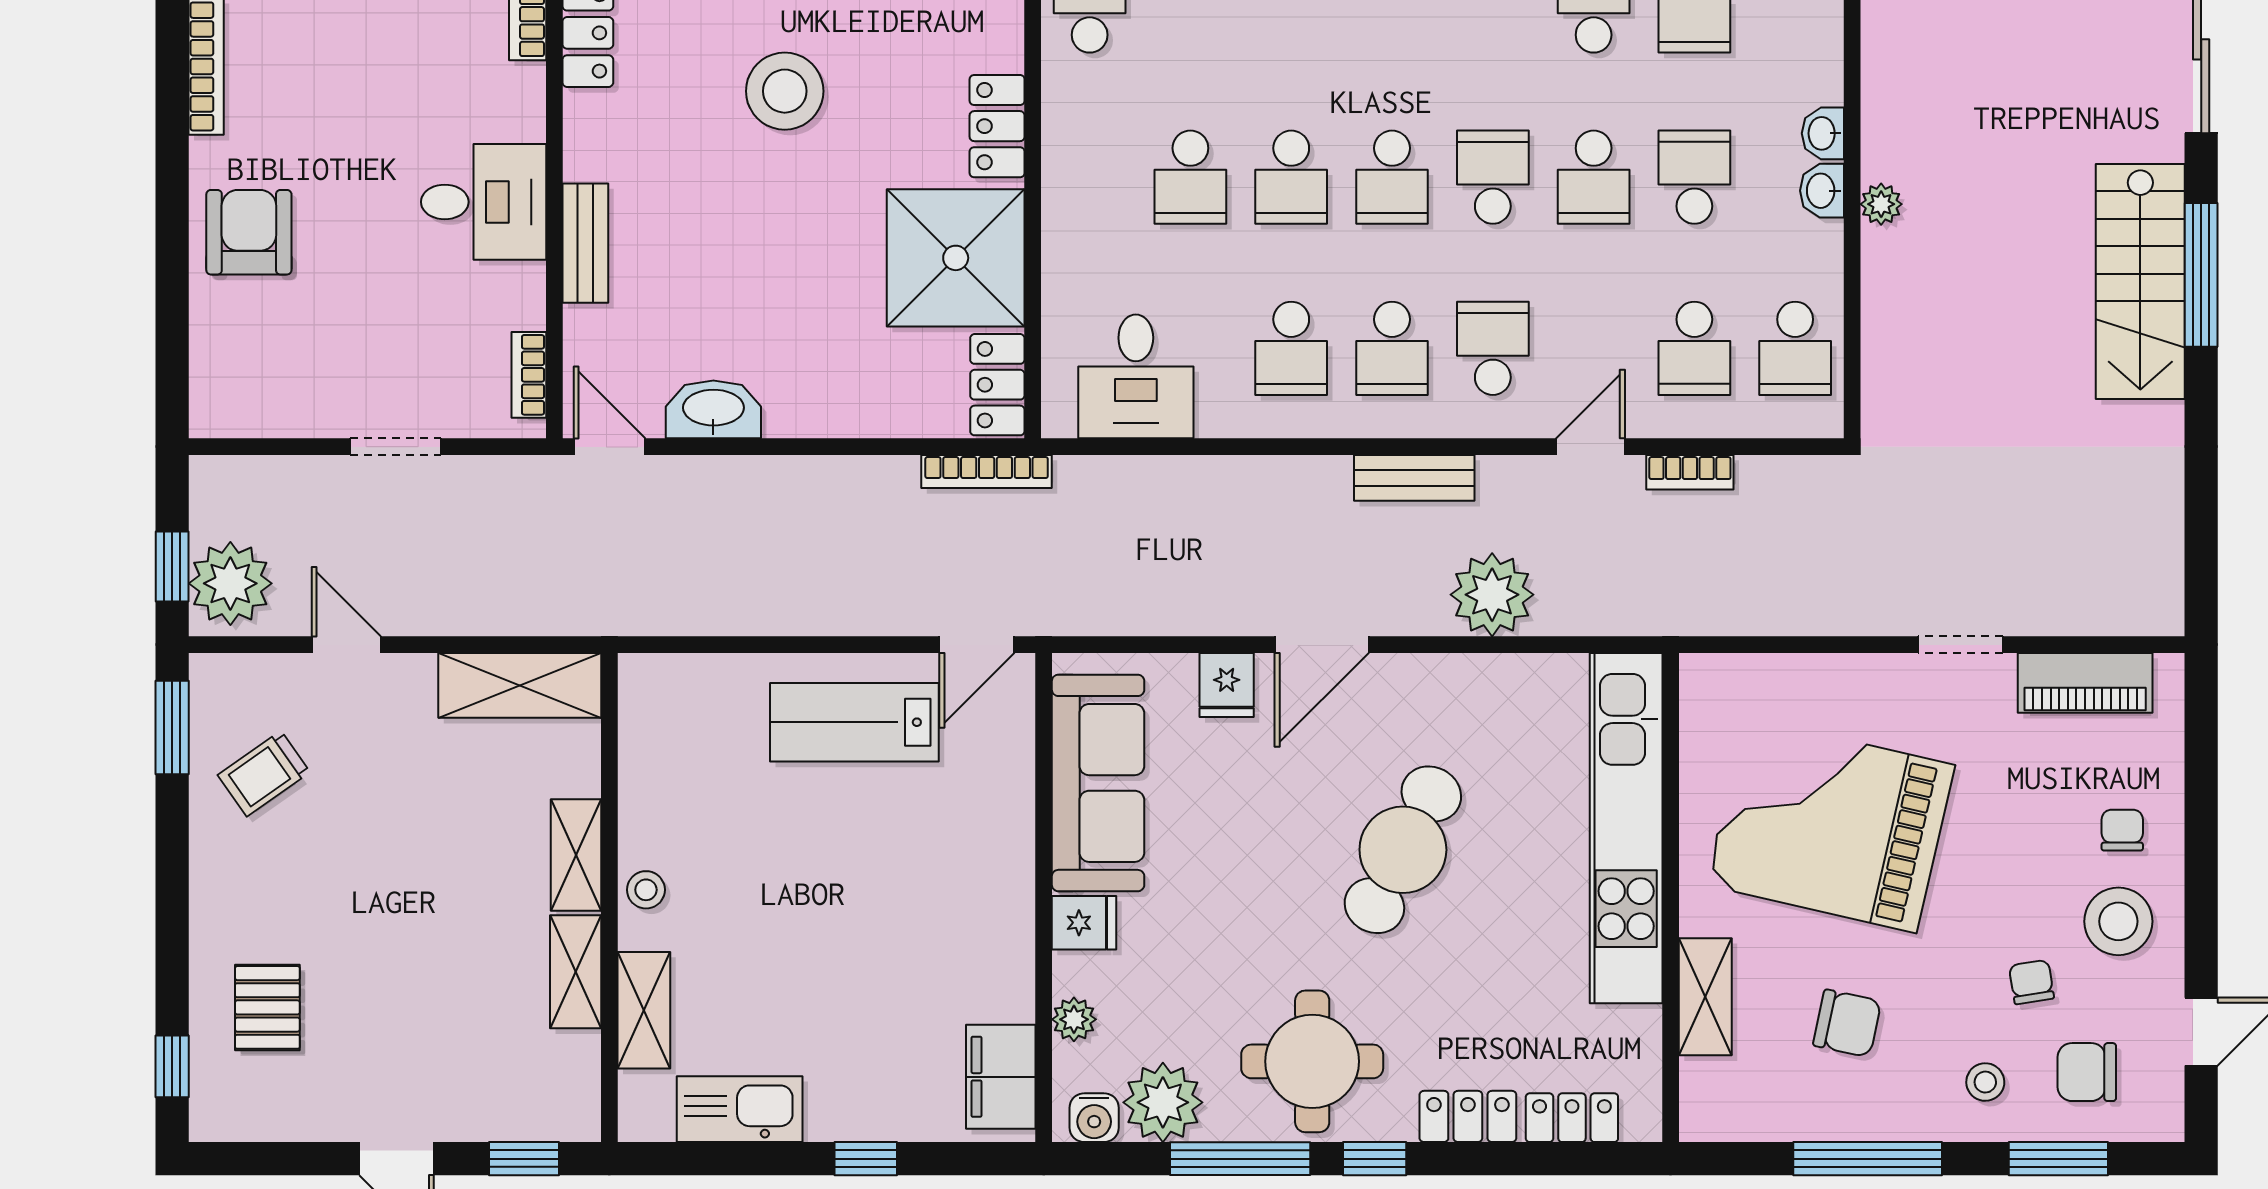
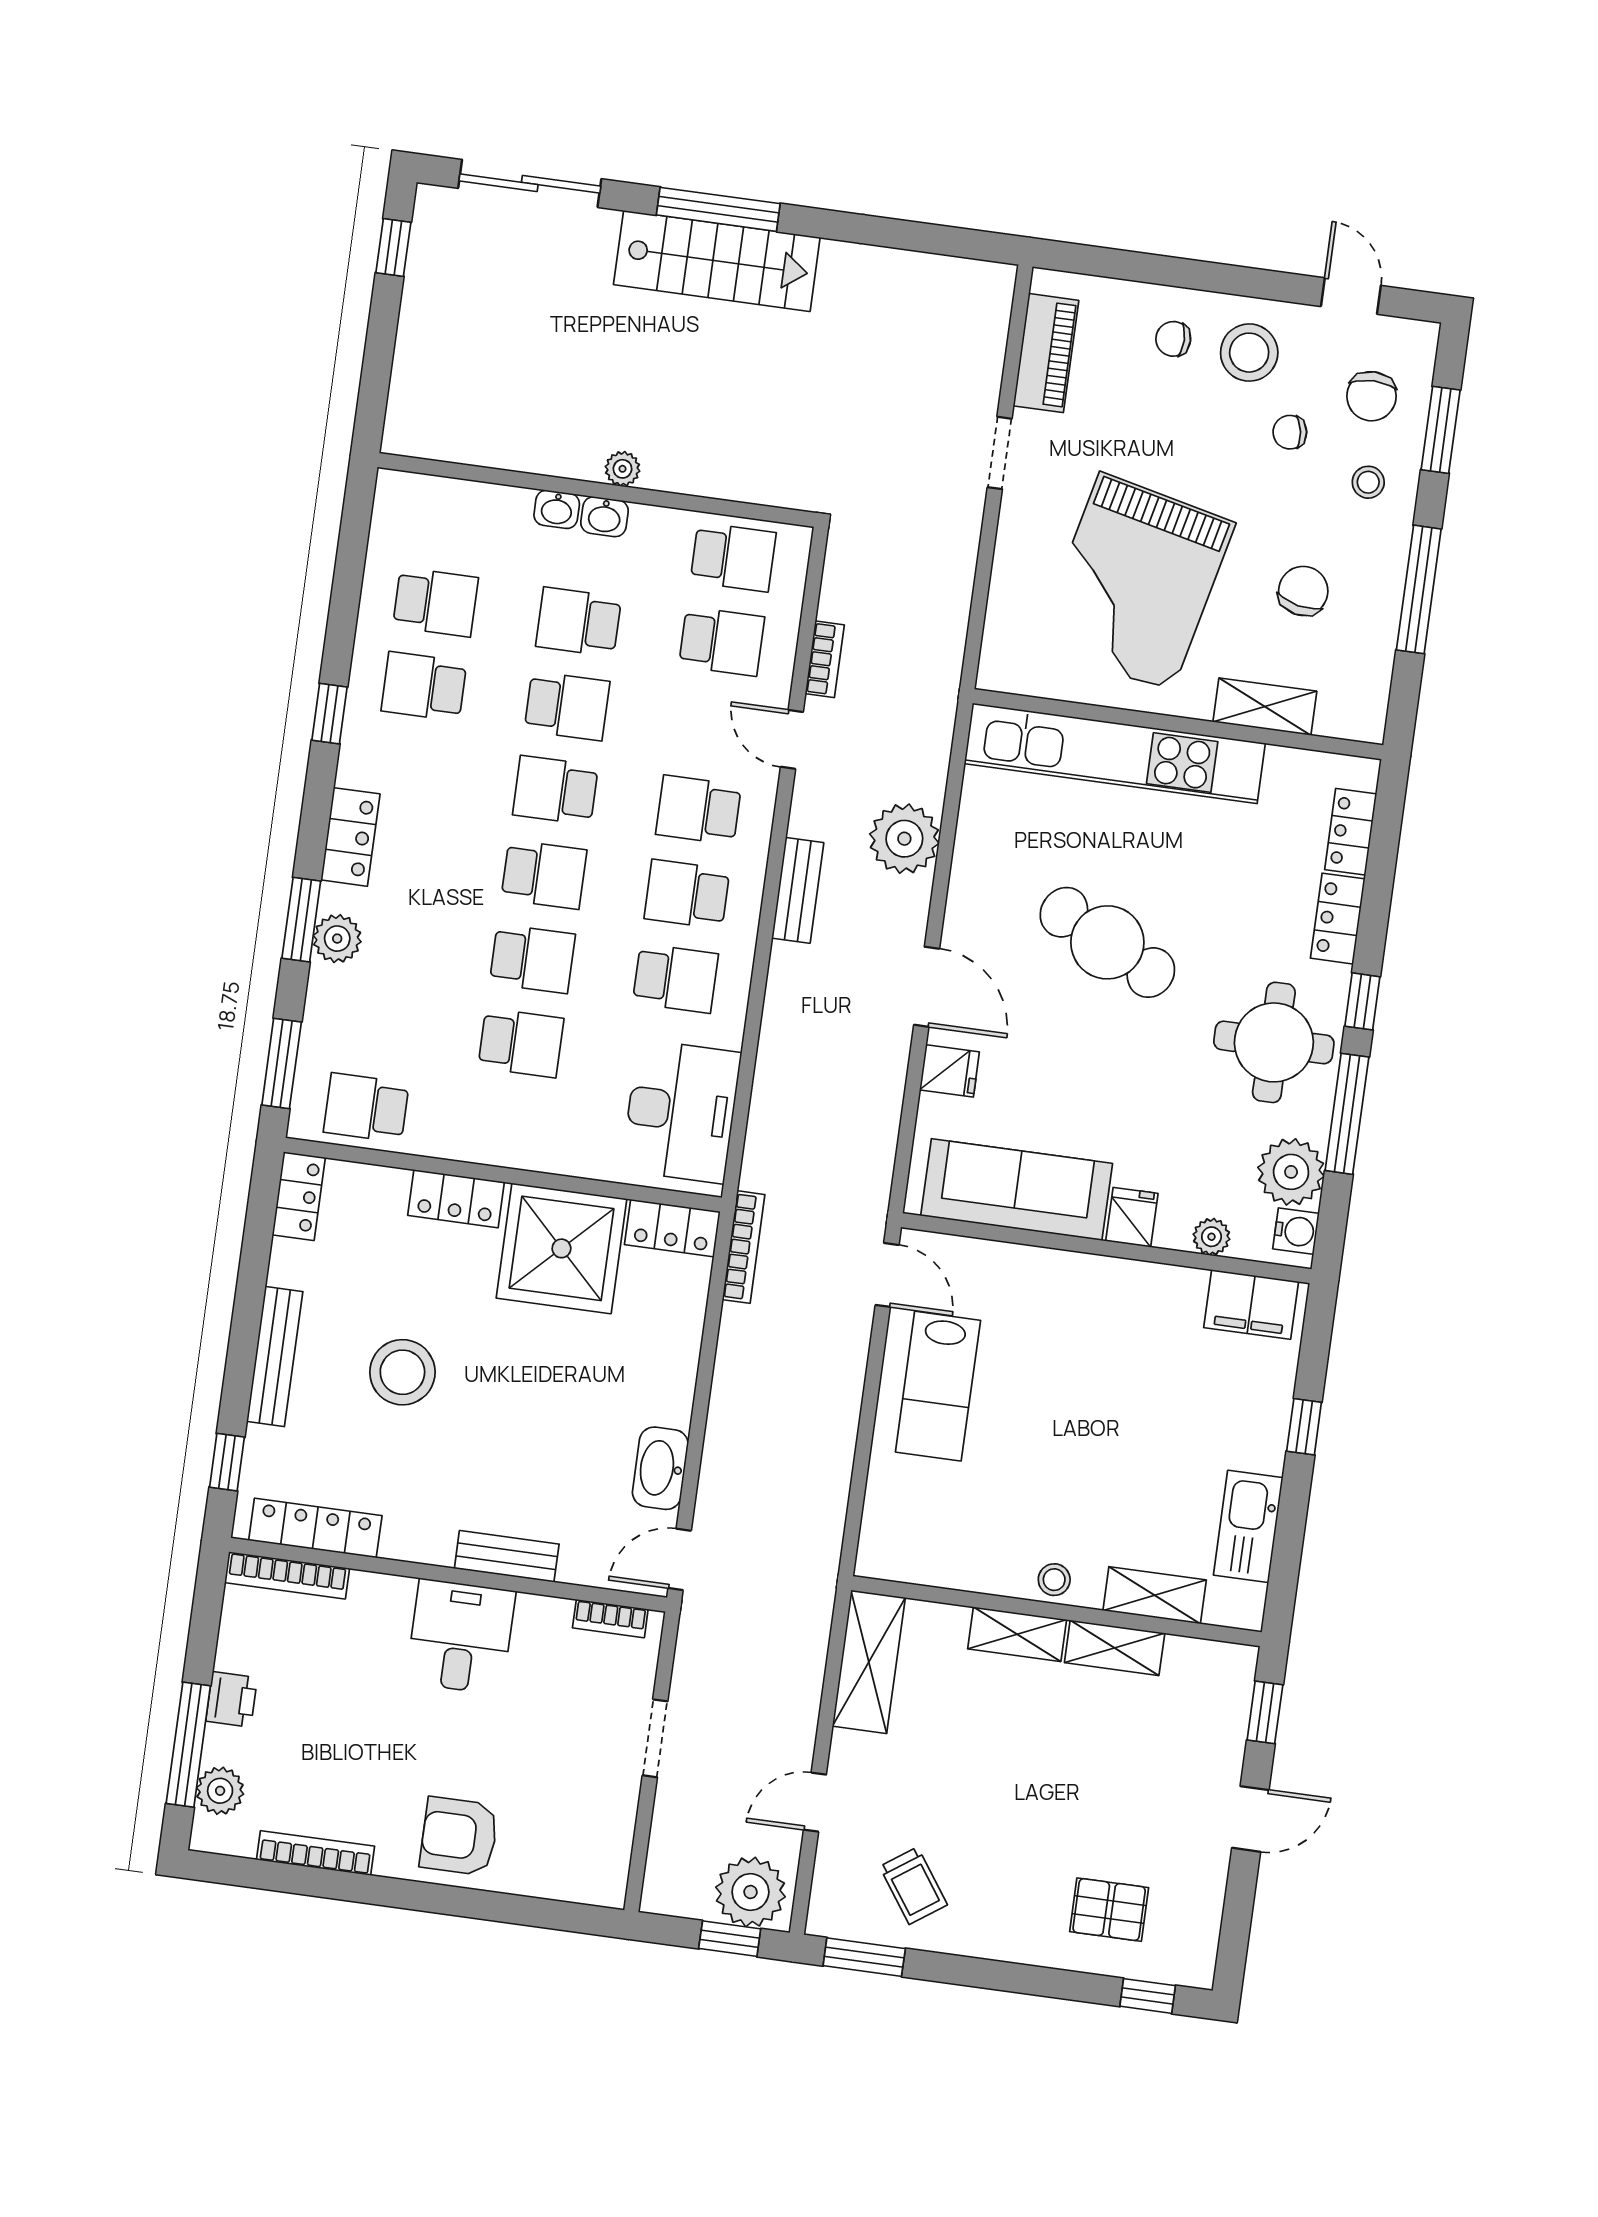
school desk: (1392, 348) -> (687, 894), turned 180
desk: (1136, 376) -> (681, 1111), width x1.37

